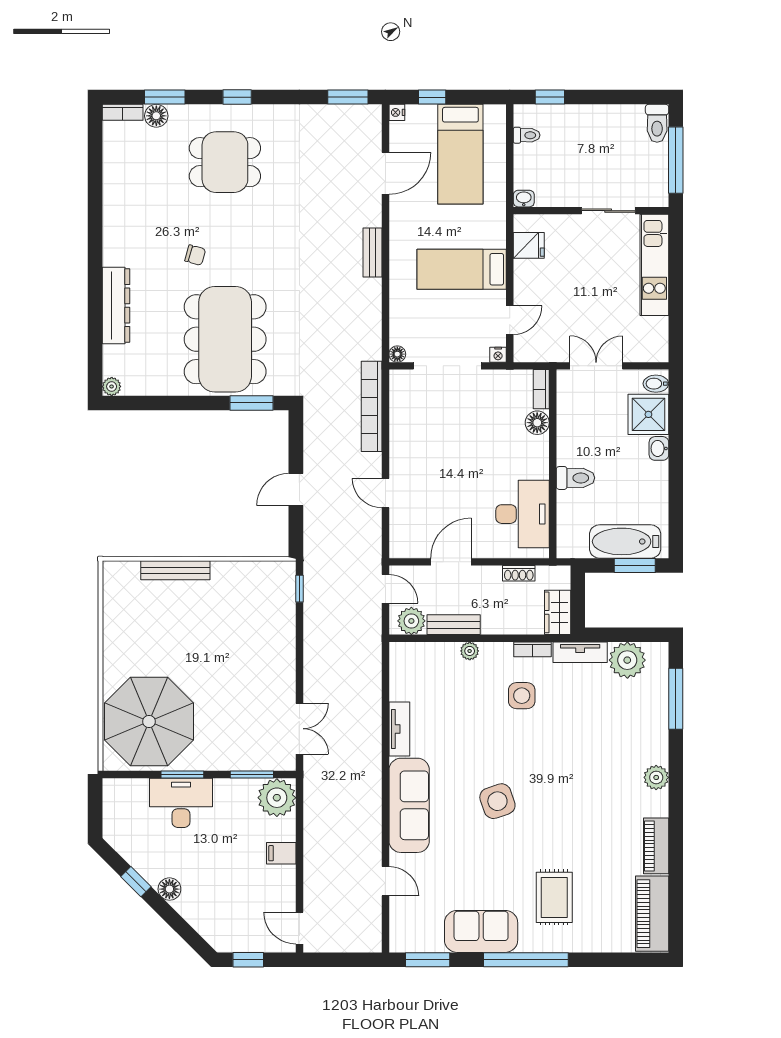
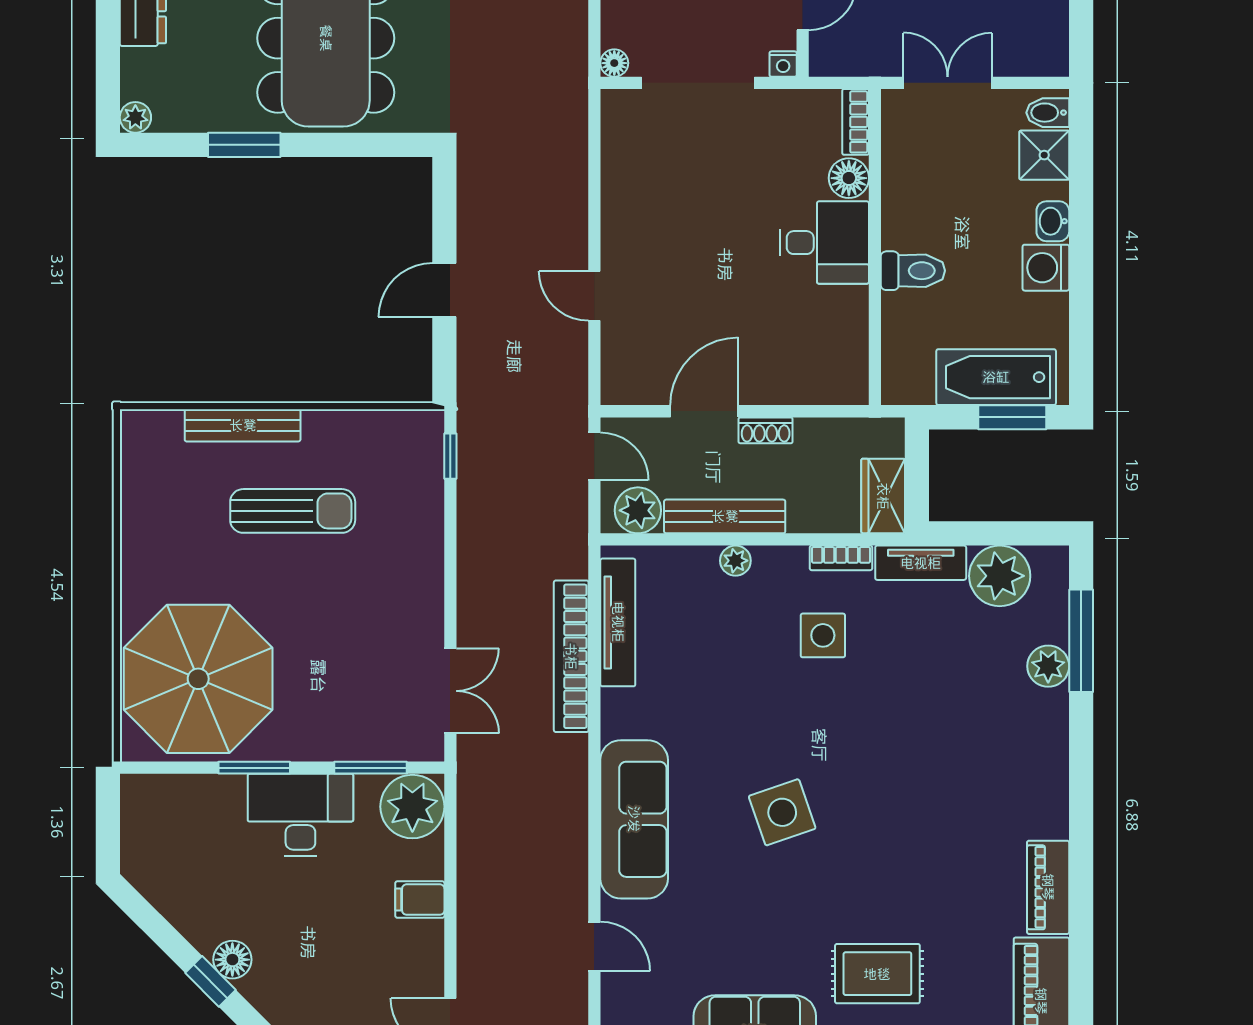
window: (251, 403) -> (244, 145), moved
bookcase: (372, 406) -> (571, 656), moved
shower: (648, 414) -> (1044, 155), width x0.73, depth x0.73
washing machine: (655, 476) -> (1046, 268), added
desk: (523, 514) -> (824, 243), moved, width x0.73
shoe rack: (519, 573) -> (766, 430), moved
sun lounger: (205, 621) -> (293, 511), added
bench: (454, 625) -> (725, 516), width x1.36
tv unit: (399, 729) -> (618, 622), moved, width x1.41
plant: (656, 777) -> (1048, 666), moved
desk: (181, 803) -> (300, 815), moved
window: (136, 882) -> (210, 981), moved
rug: (554, 897) -> (877, 974), turned 90

